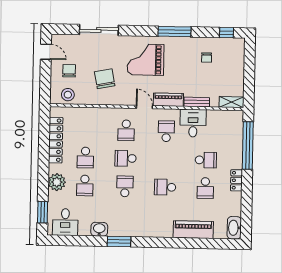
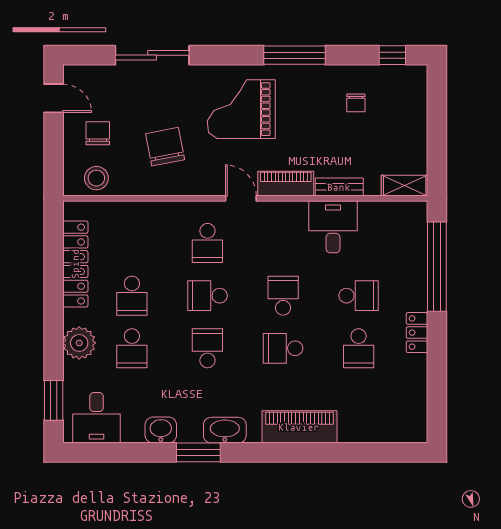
school desk: (166, 131) -> (283, 296), moved
washbasin: (234, 228) -> (225, 430), moved, turned 90
piano: (193, 230) -> (299, 427), moved

